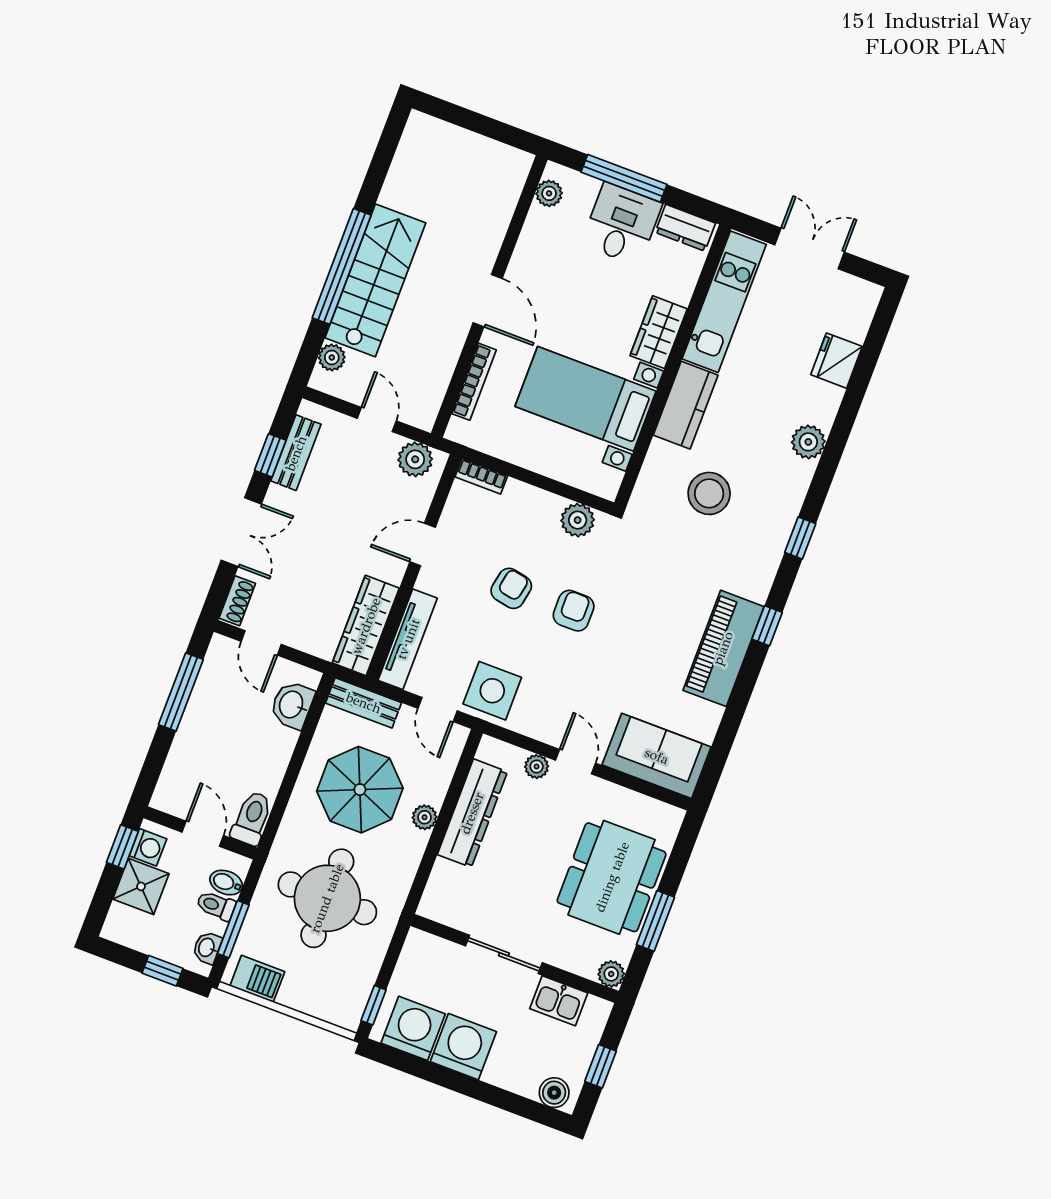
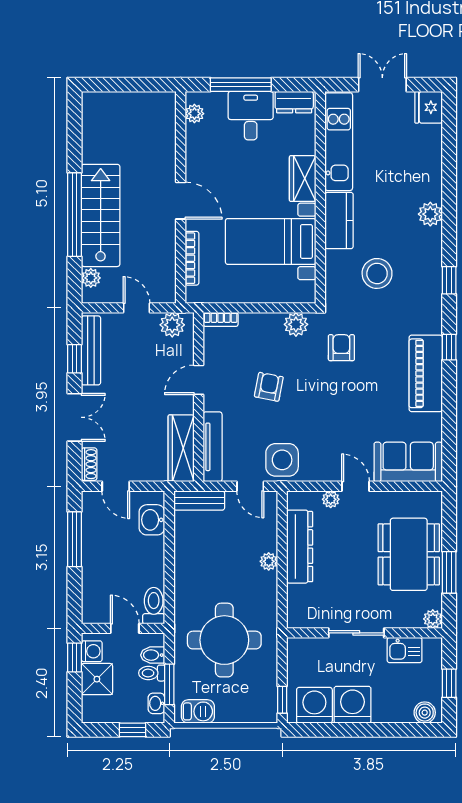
fridge: (837, 361) -> (429, 107), moved
bench: (296, 453) -> (91, 350), width x1.36
armchair: (574, 611) -> (341, 348), moved
parasol: (360, 790) -> (219, 559), removed

